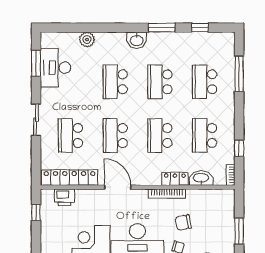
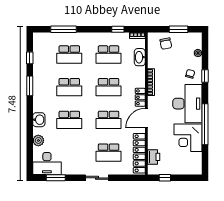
washbasin: (137, 40) -> (39, 120), moved
desk: (55, 68) -> (47, 164), moved
locker: (175, 179) -> (140, 97), moved
chair: (183, 223) -> (166, 44), moved

